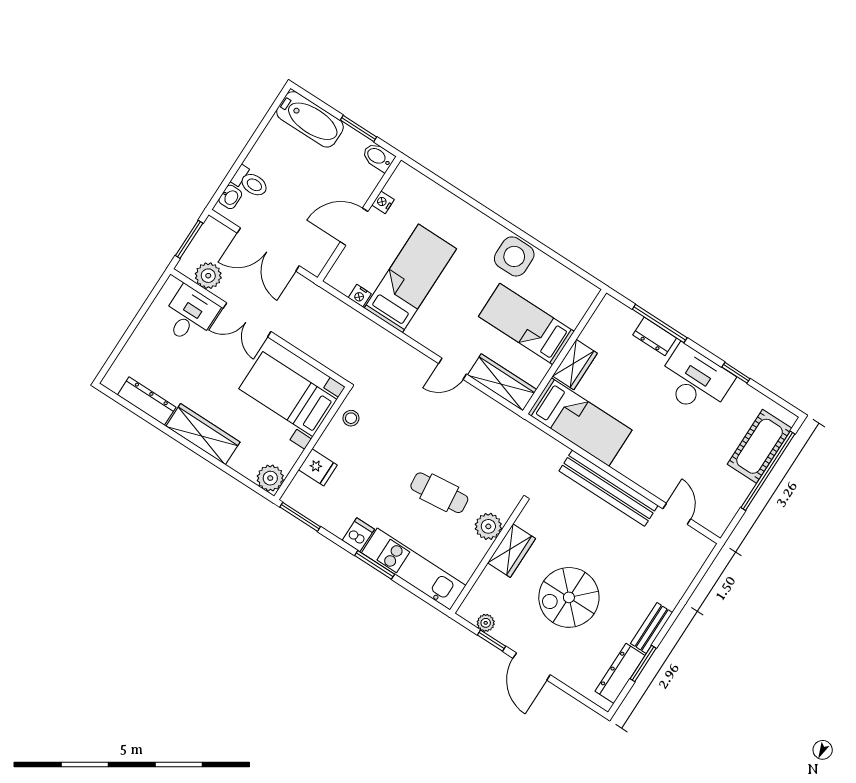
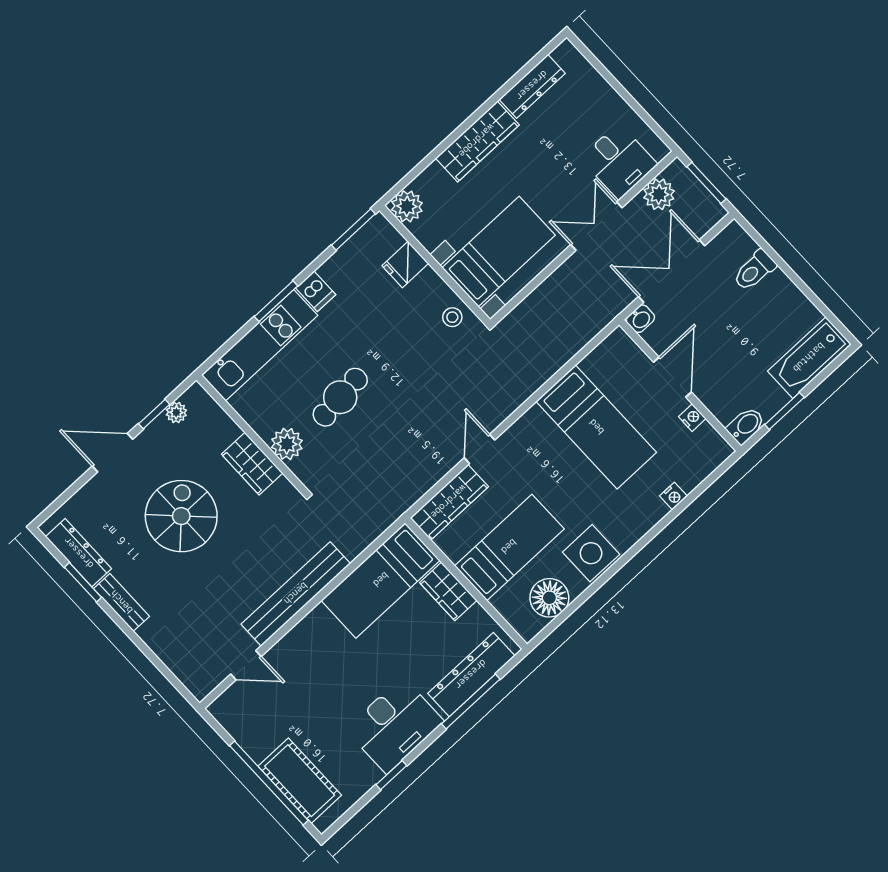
washbasin: (230, 197) -> (640, 319), moved, turned -90
floor lamp: (559, 281) -> (549, 598), added
nightstand: (360, 296) -> (673, 496), moved, turned 180
dresser: (655, 336) -> (471, 675), width x1.96, depth x1.24

